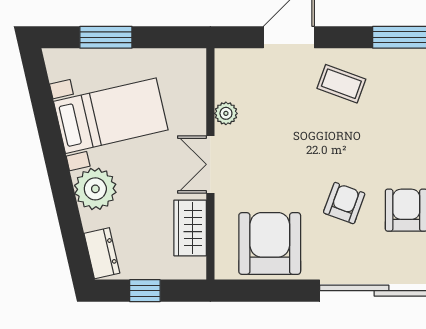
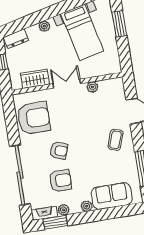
plant: (95, 189) -> (44, 26), width x0.53, depth x0.53

